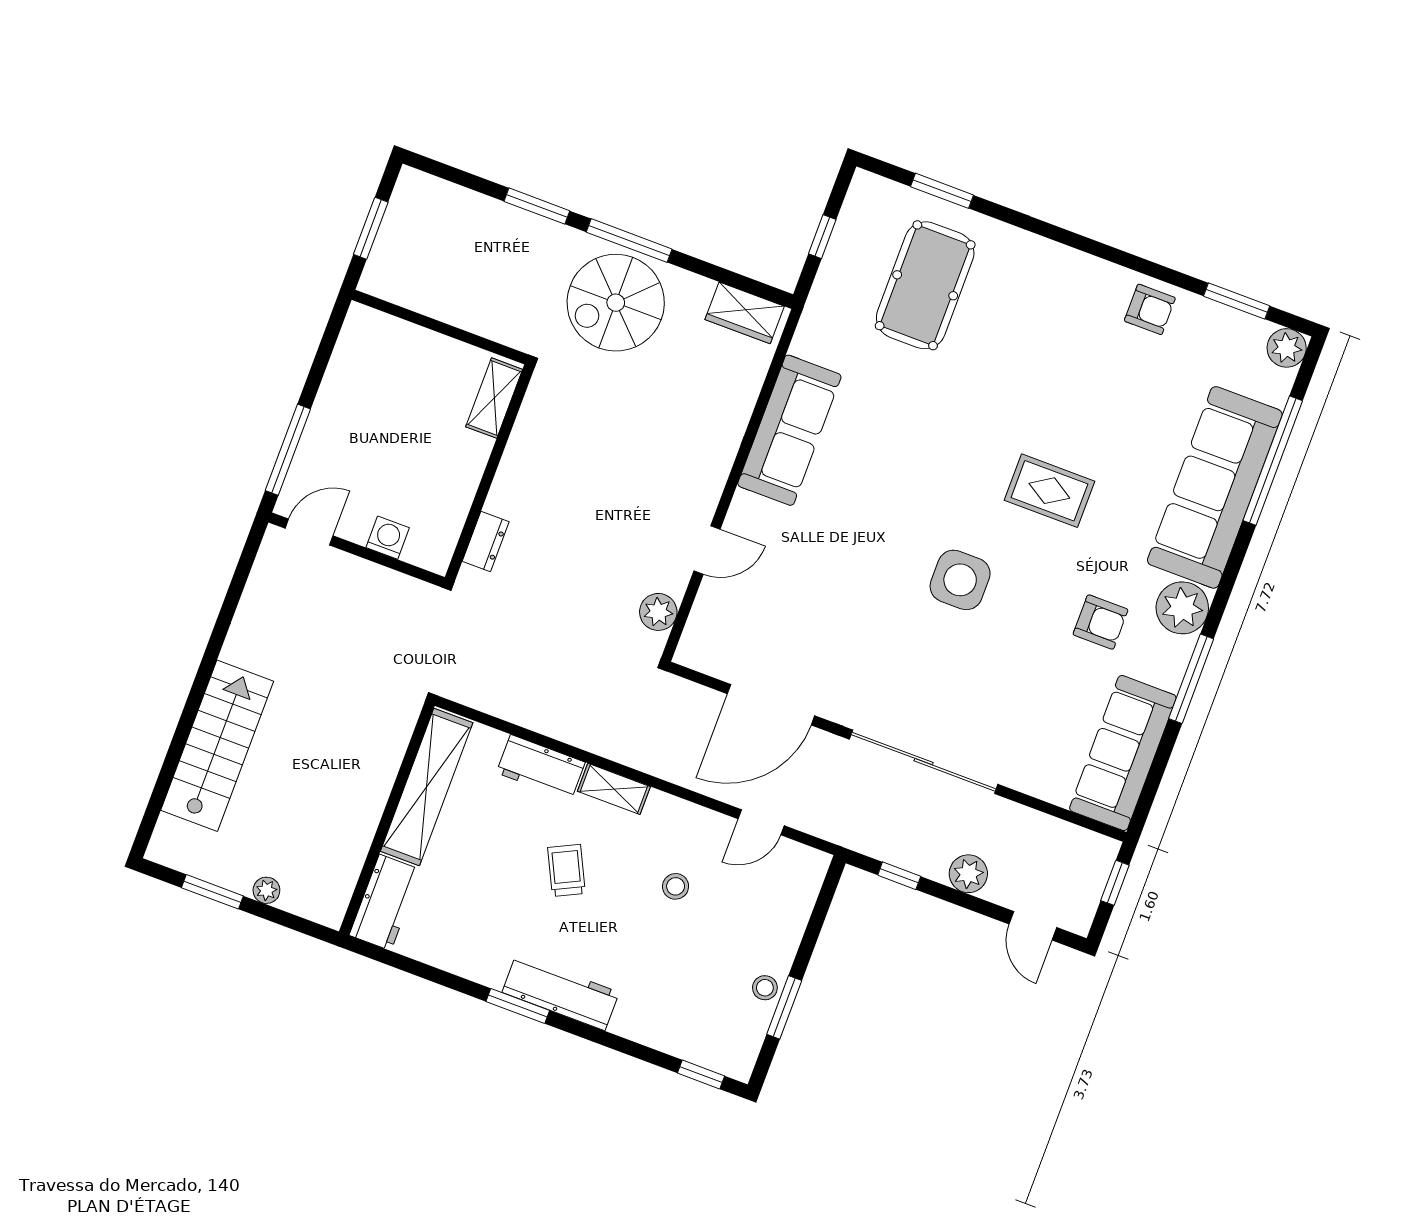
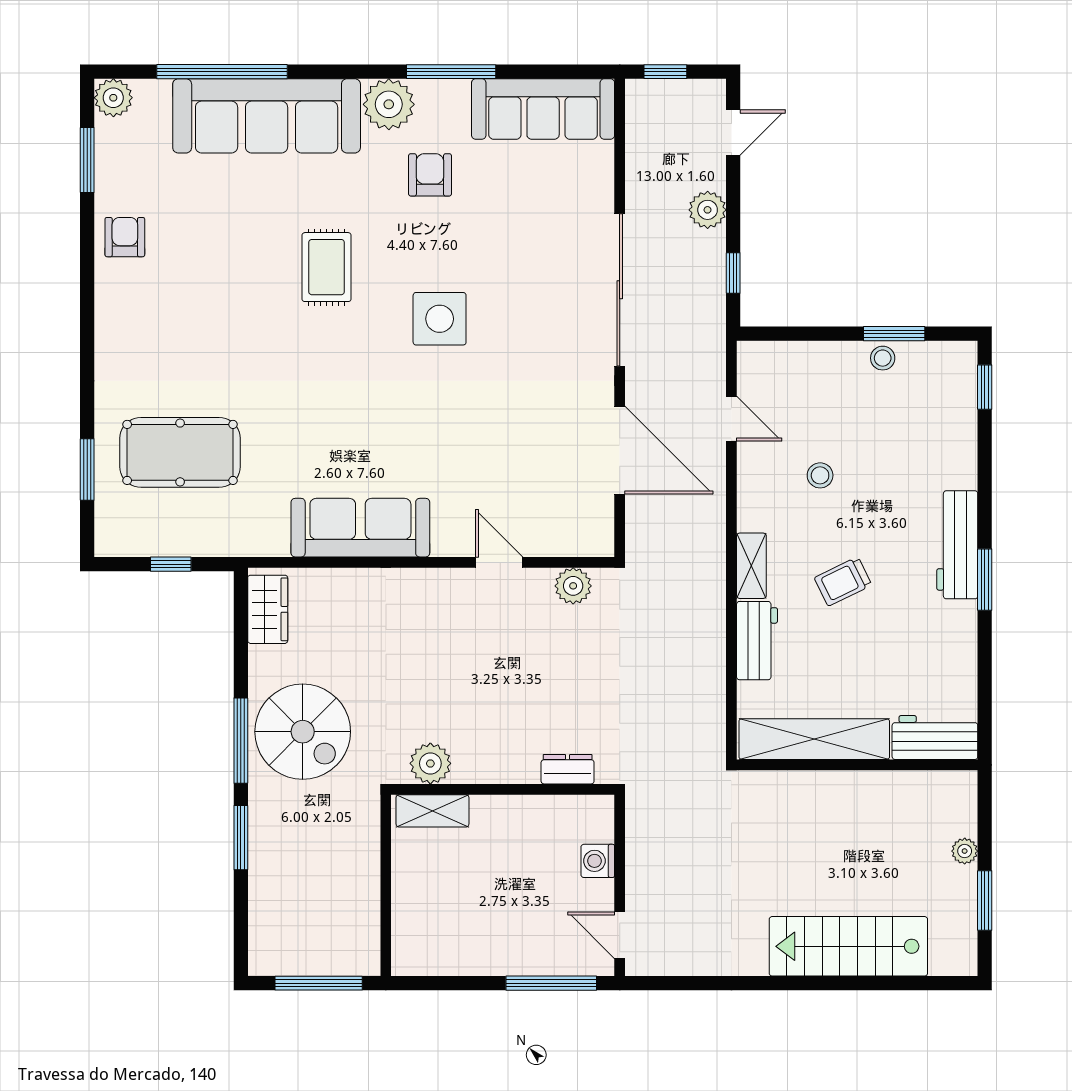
window: (371, 228) -> (319, 983), width x1.44
plant: (540, 413) -> (430, 763), added

